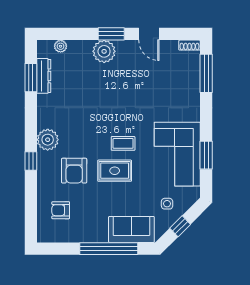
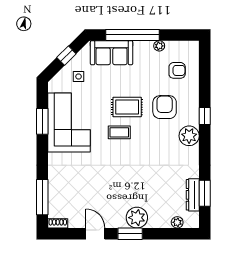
plant: (80, 237) -> (159, 46), added

